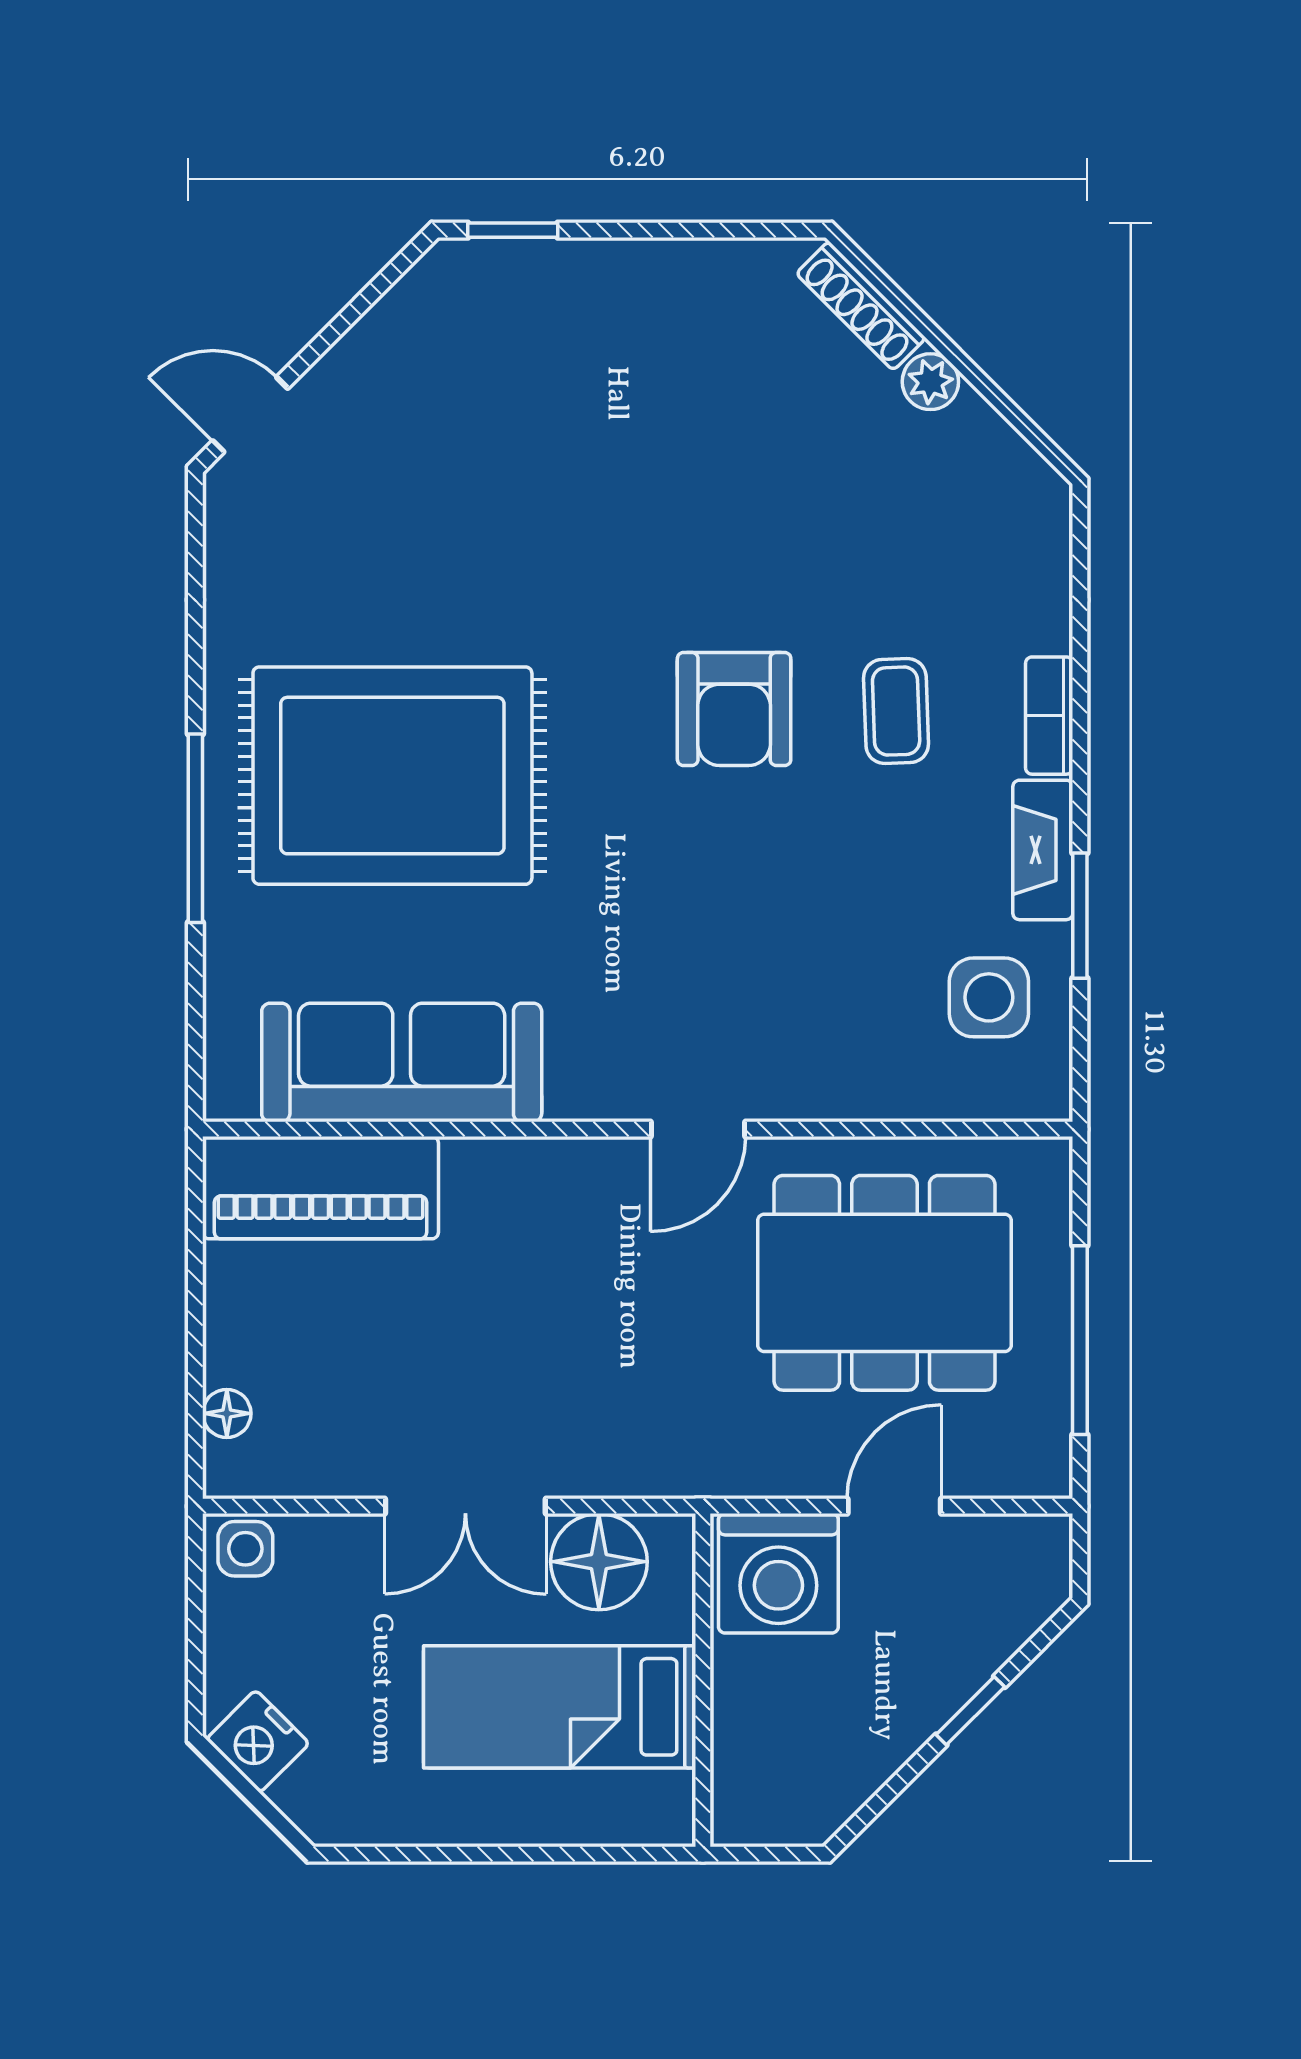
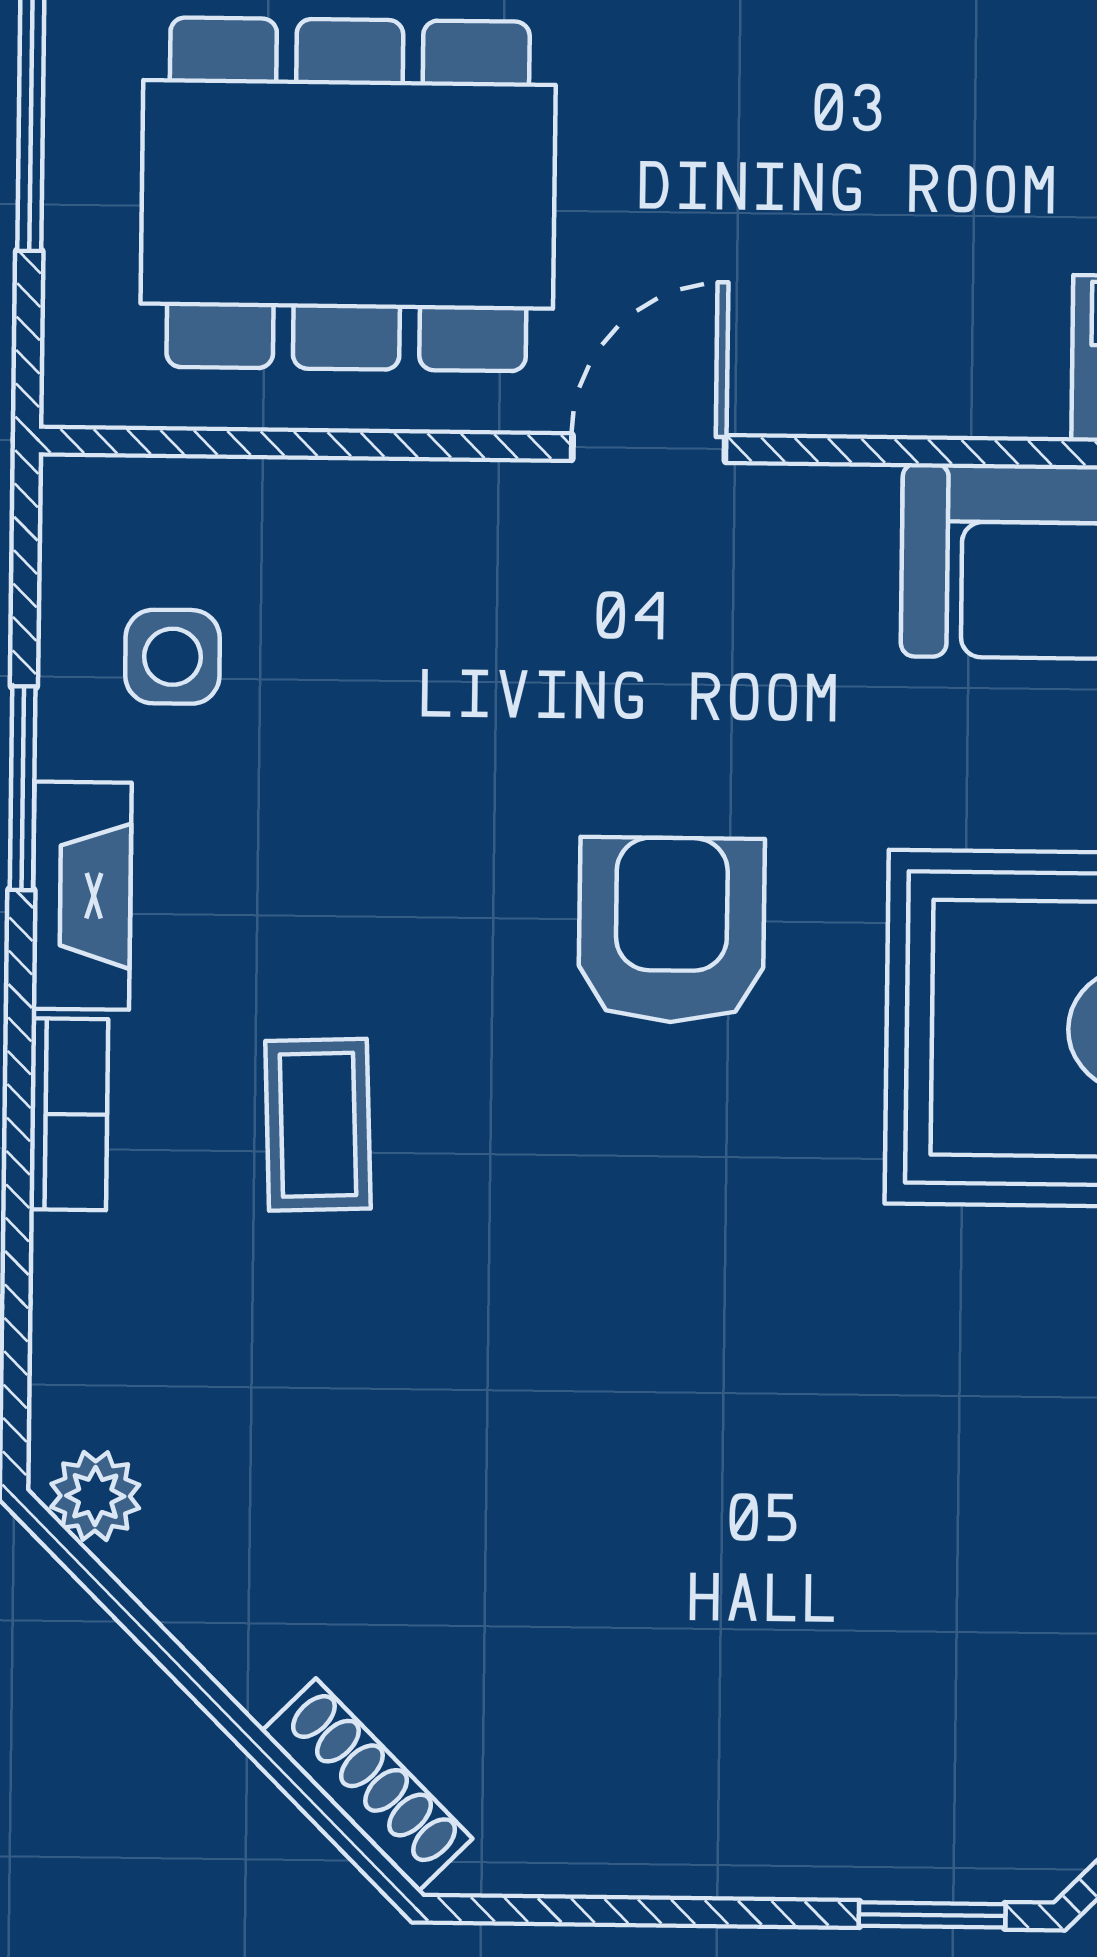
plant: (930, 382) -> (95, 1496), moved
armchair: (734, 709) -> (672, 930), moved
side table: (989, 997) -> (173, 657), width x0.73, depth x0.73

